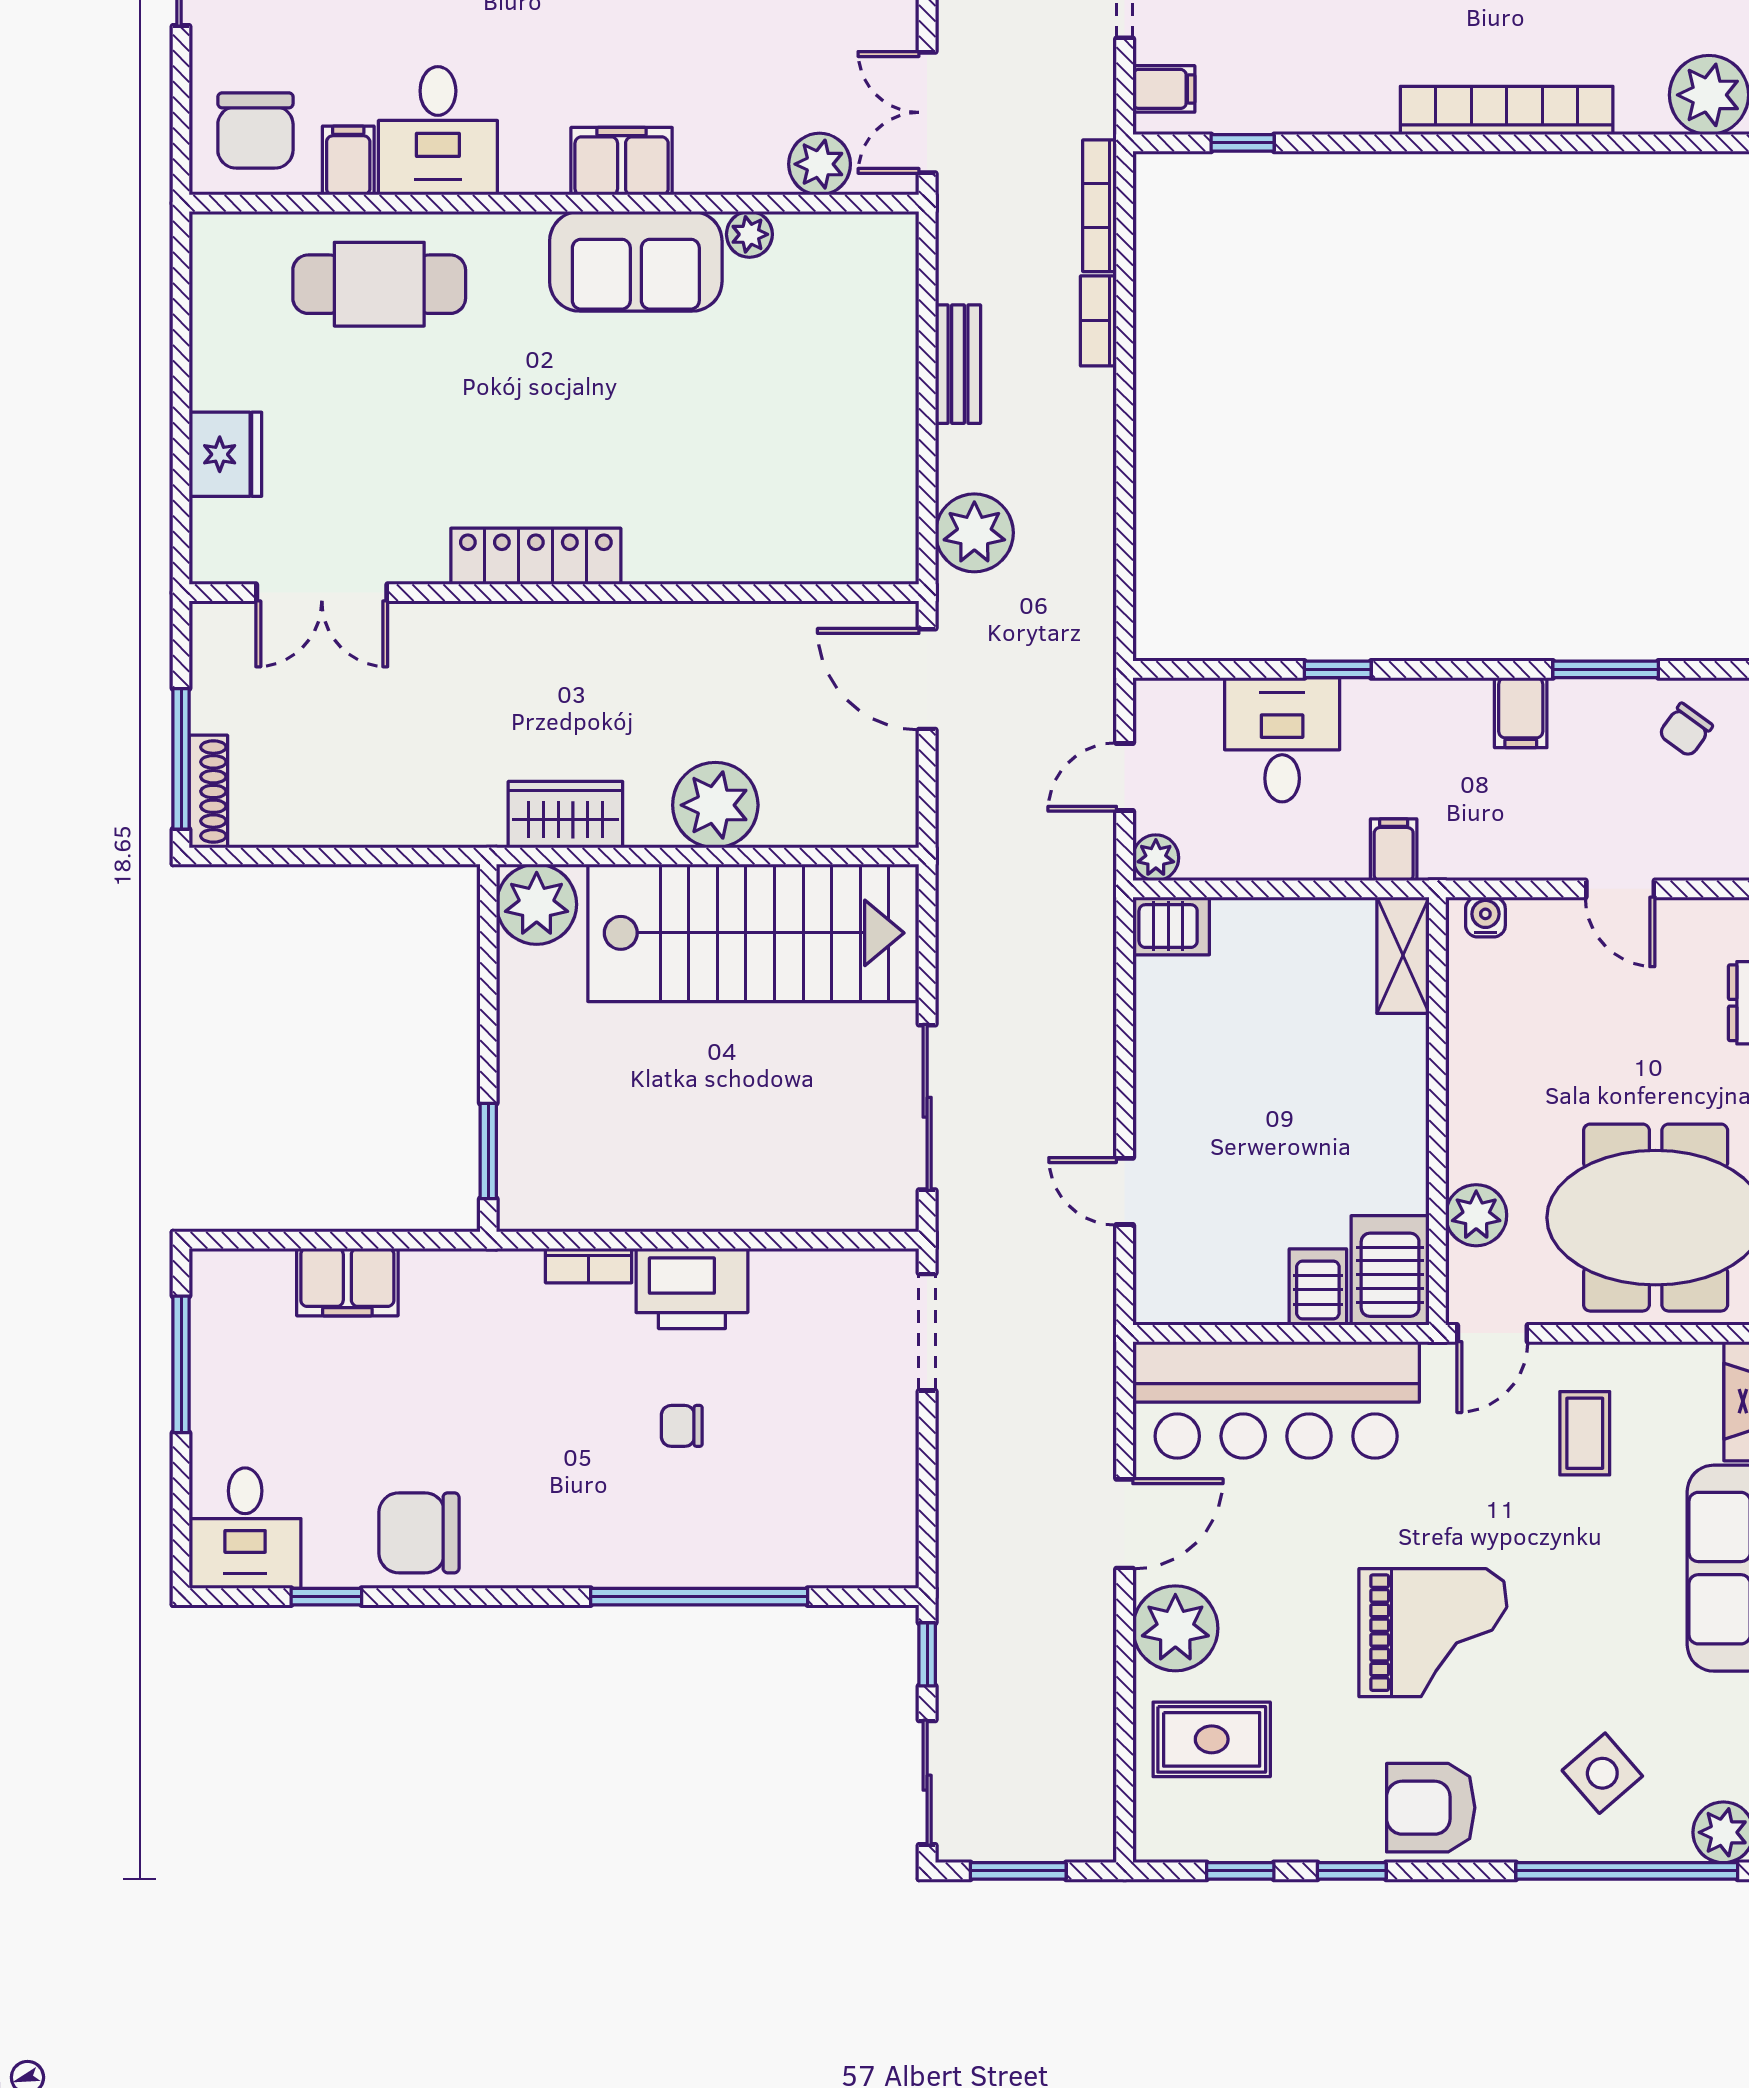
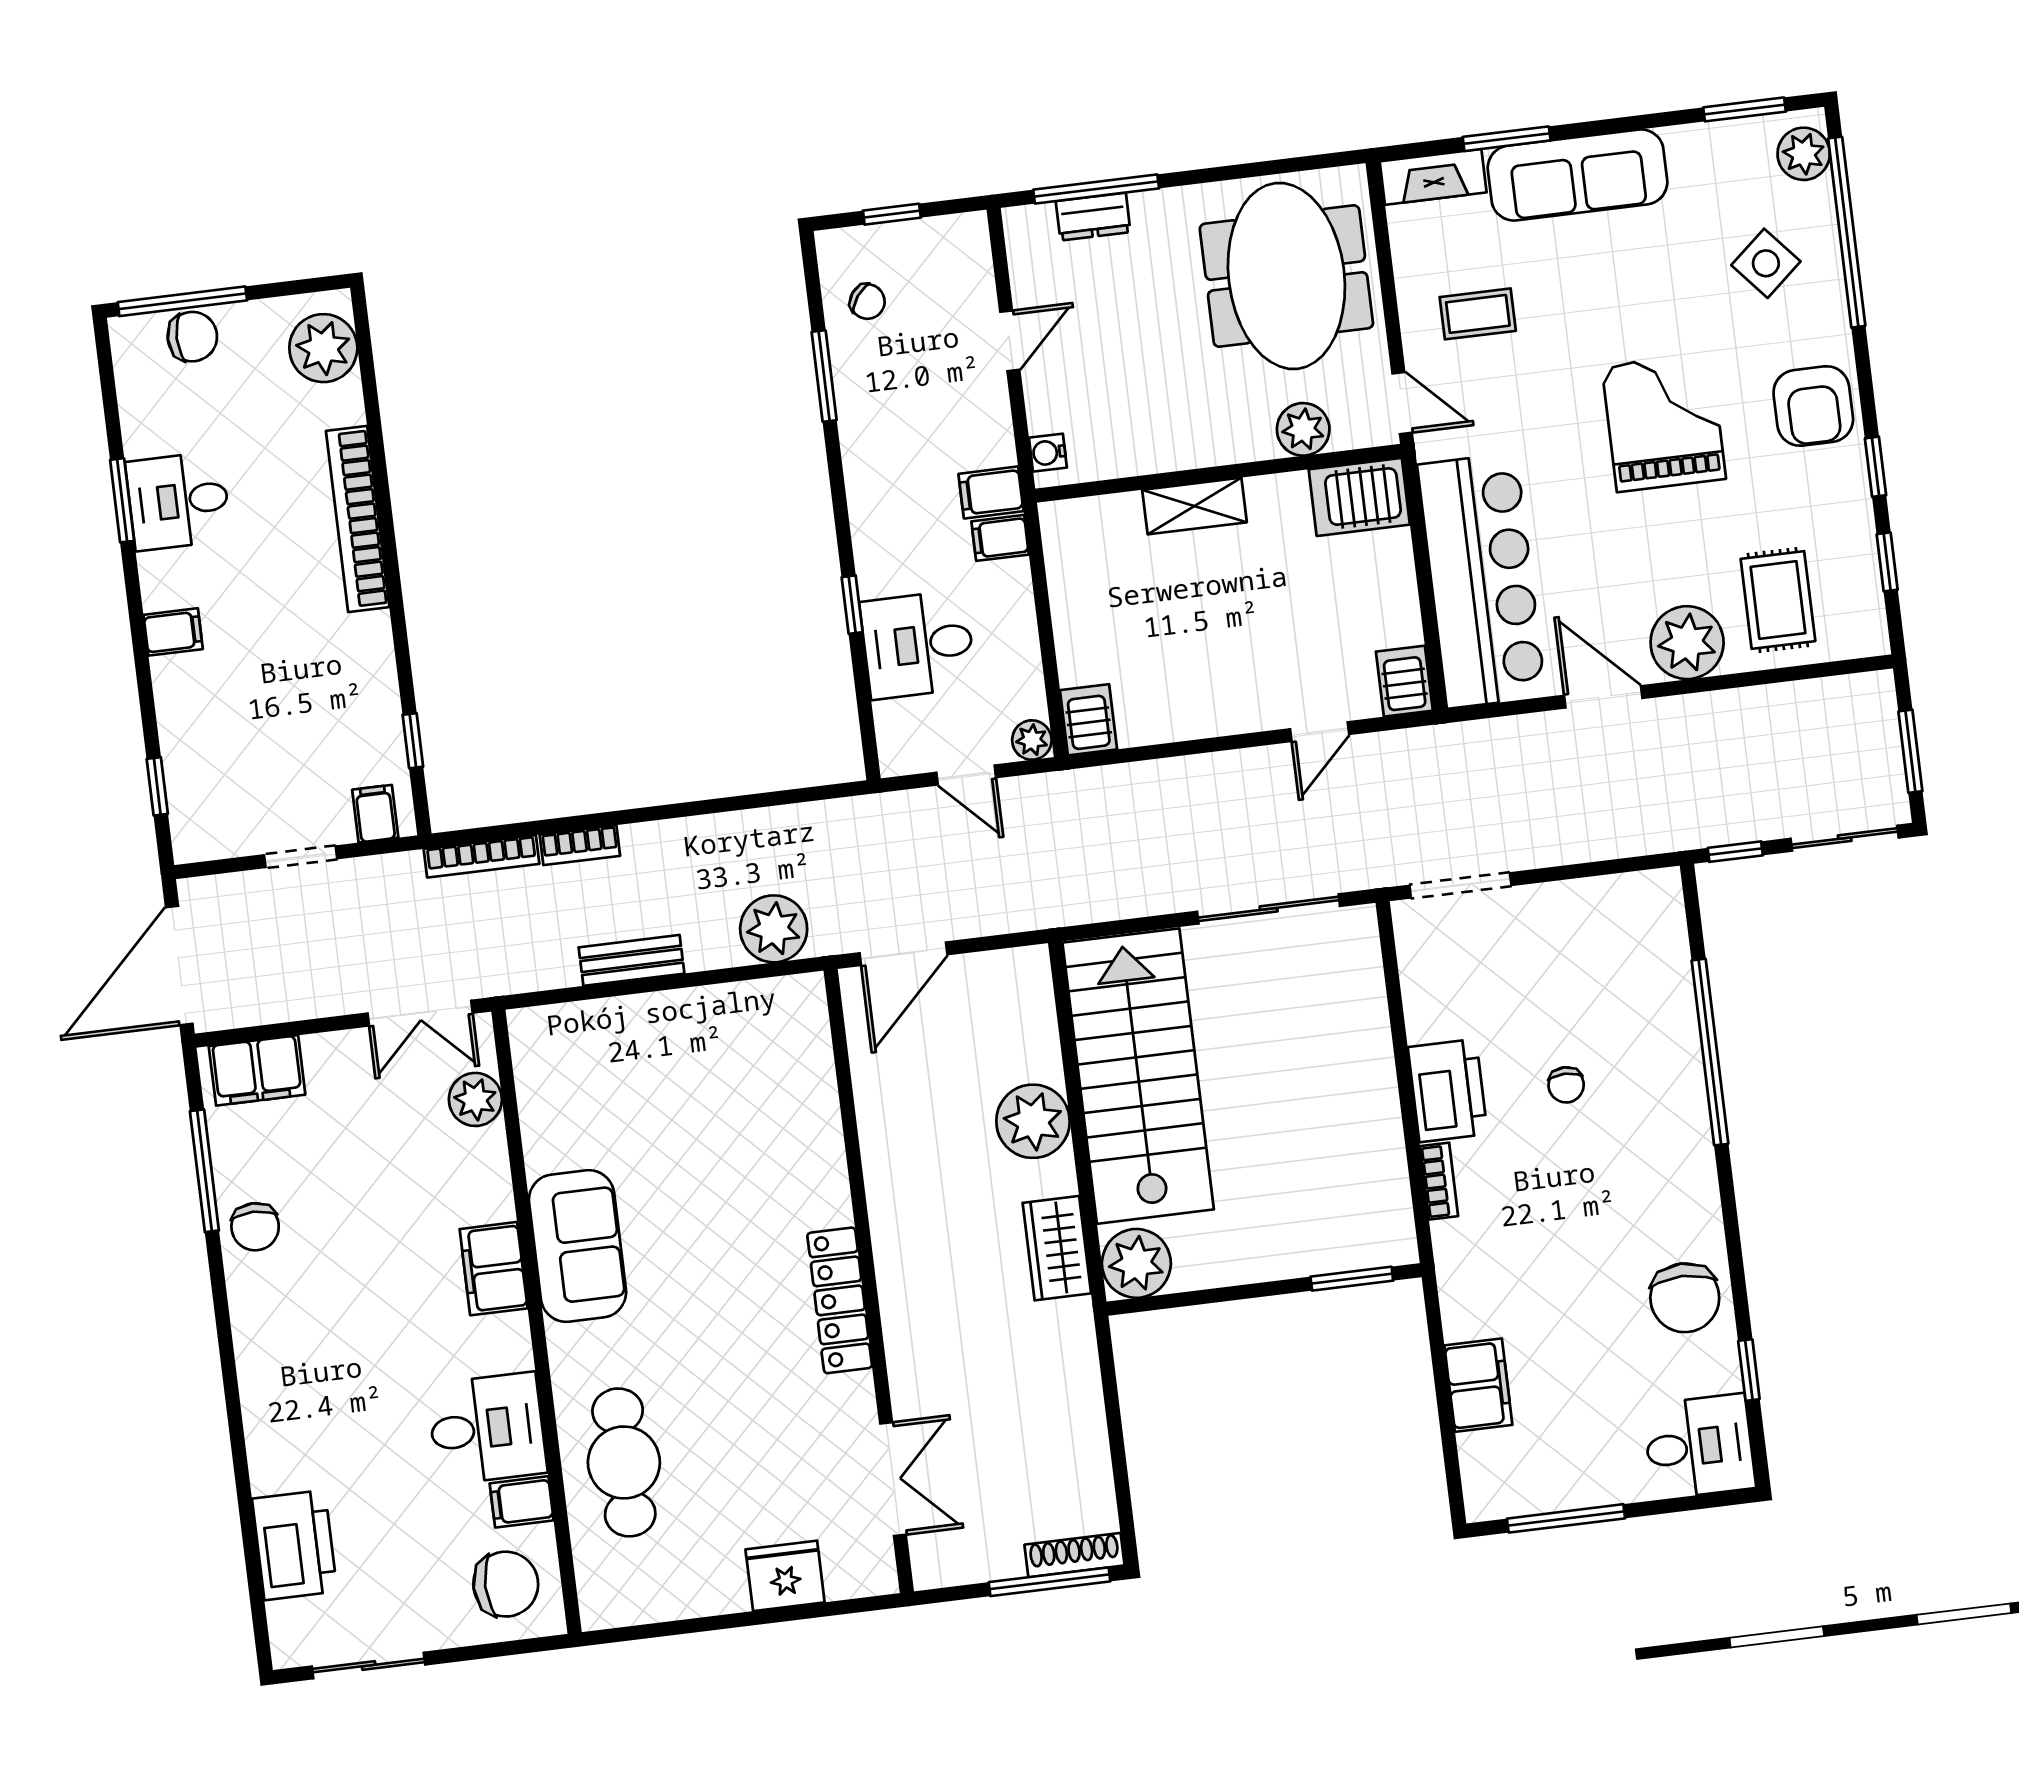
plant: (749, 234) -> (543, 1152), removed
filing cabinet: (1521, 713) -> (991, 492), moved, turned 180
shelving: (1403, 955) -> (1194, 506), moved
server rack: (1318, 1287) -> (1404, 681), moved, turned 90

